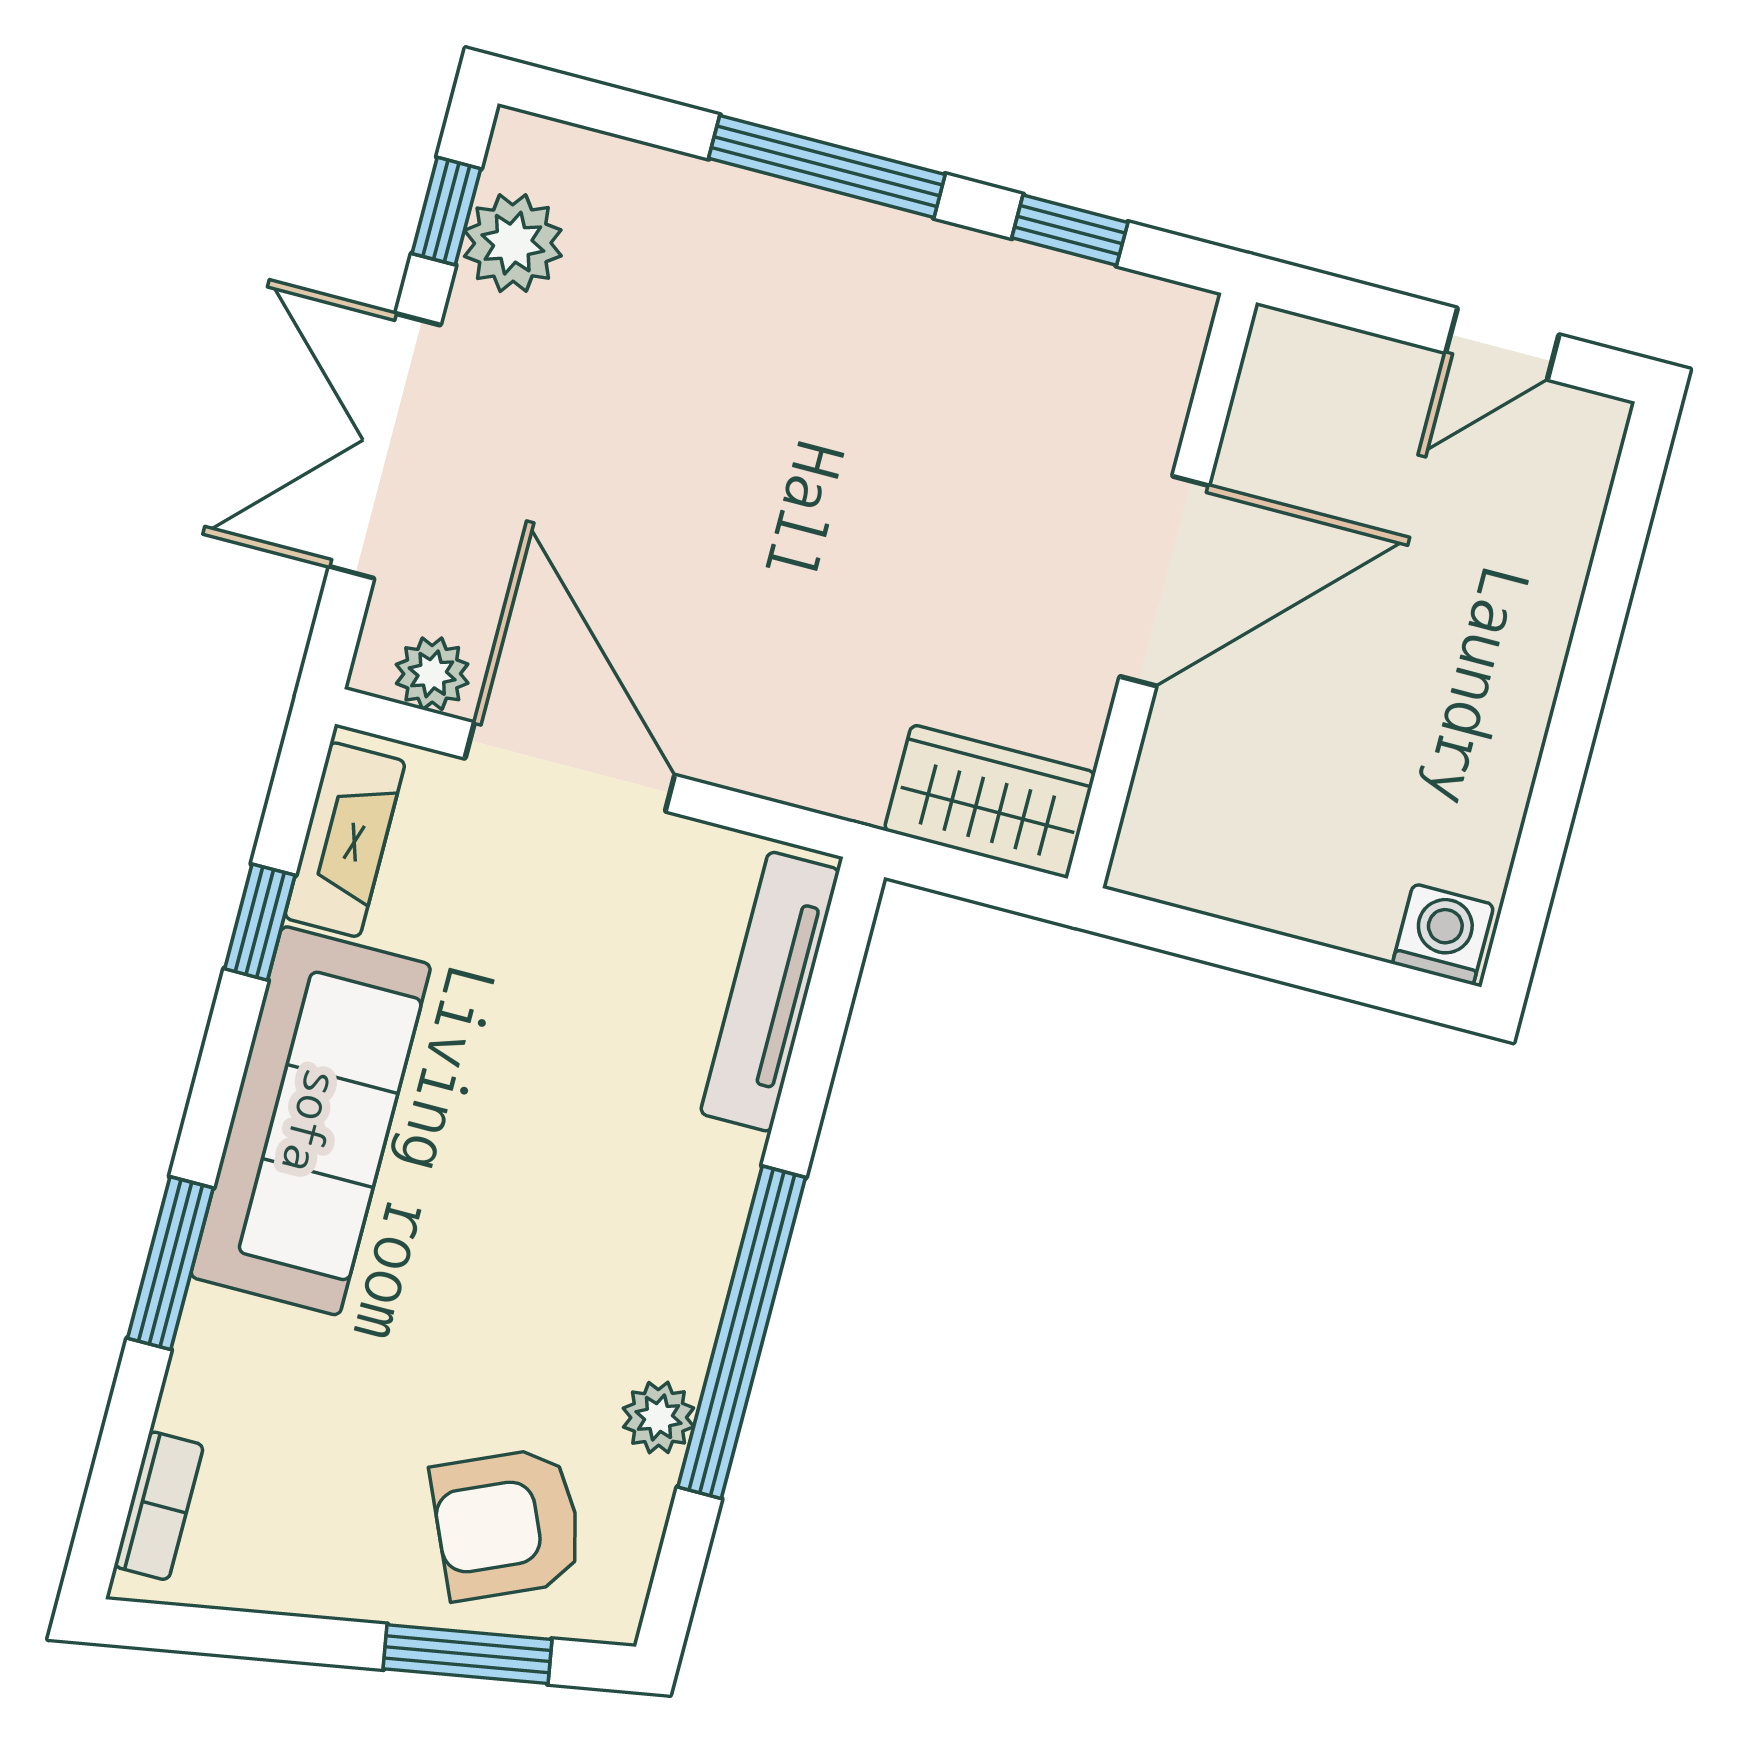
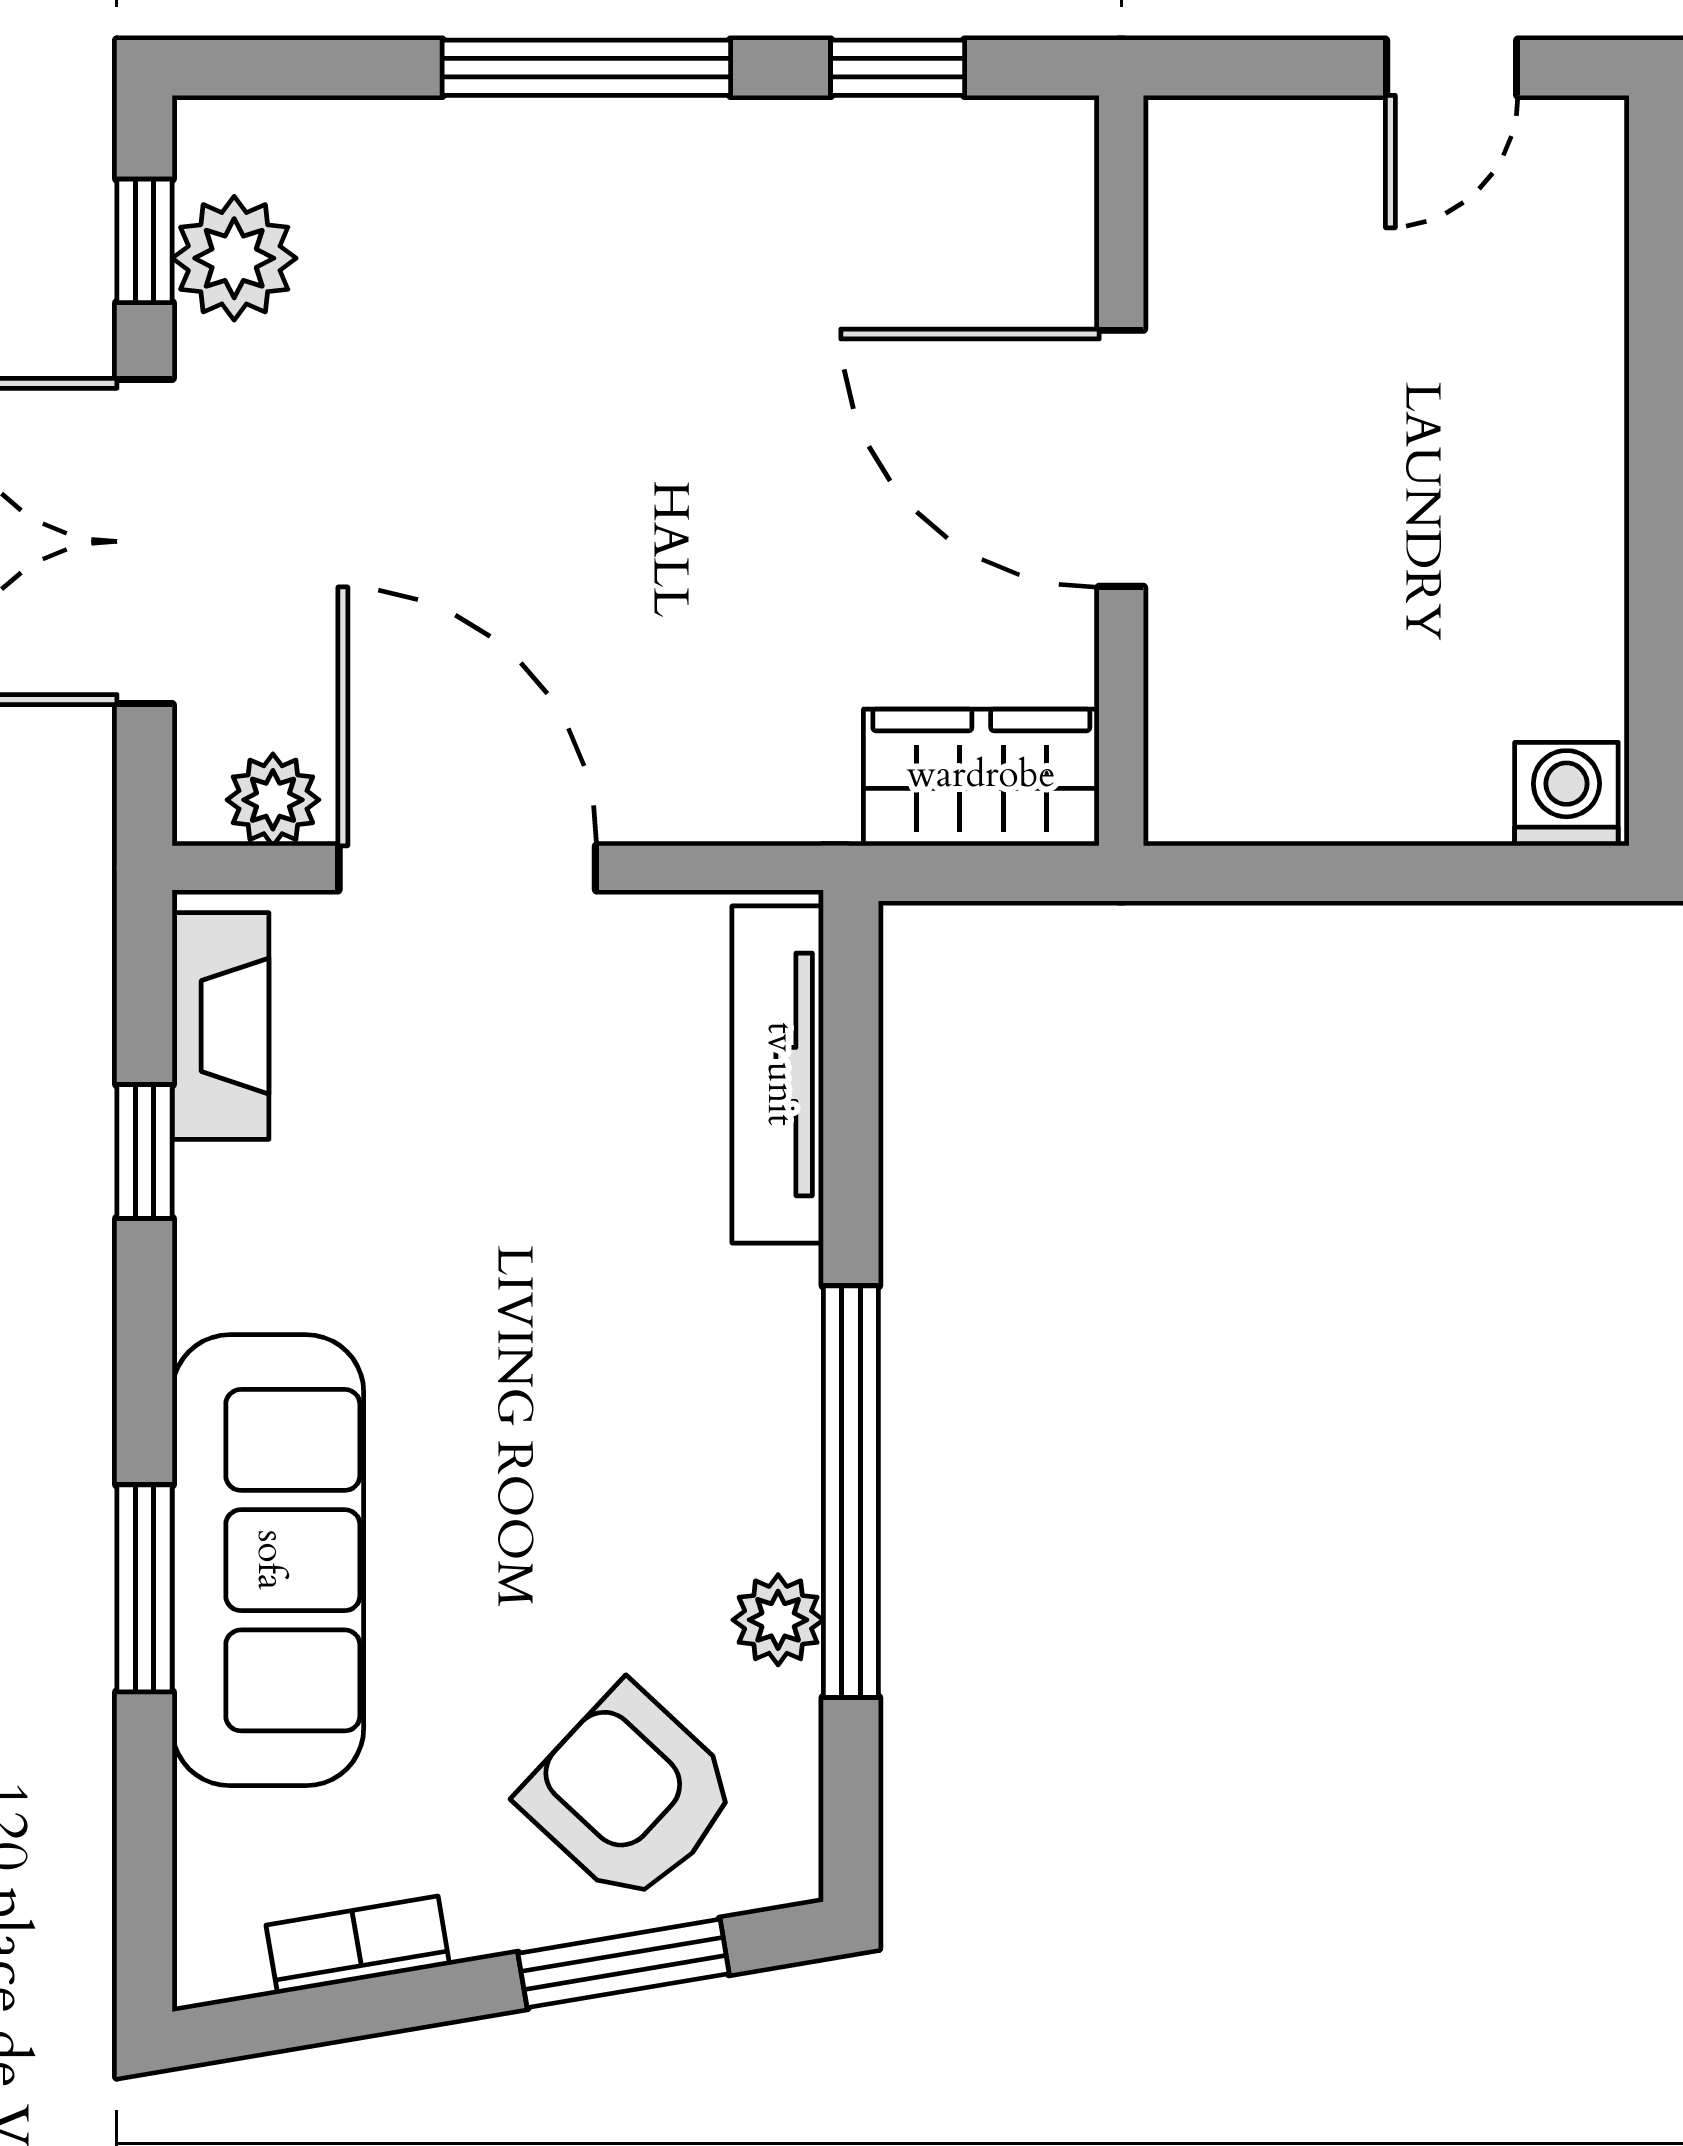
door: (1164, 581) -> (1121, 458), swing flipped
sofa: (311, 1121) -> (268, 1560), moved
bookcase: (159, 1506) -> (358, 1945), moved, turned -100
armchair: (507, 1524) -> (630, 1795), turned 67

